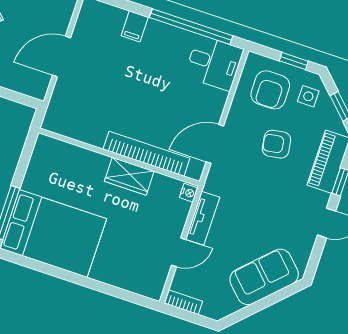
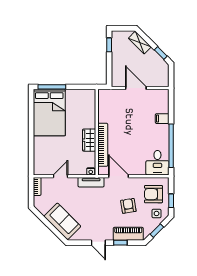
tv unit: (203, 218) -> (91, 182), moved
door: (179, 252) -> (60, 176), swing flipped

